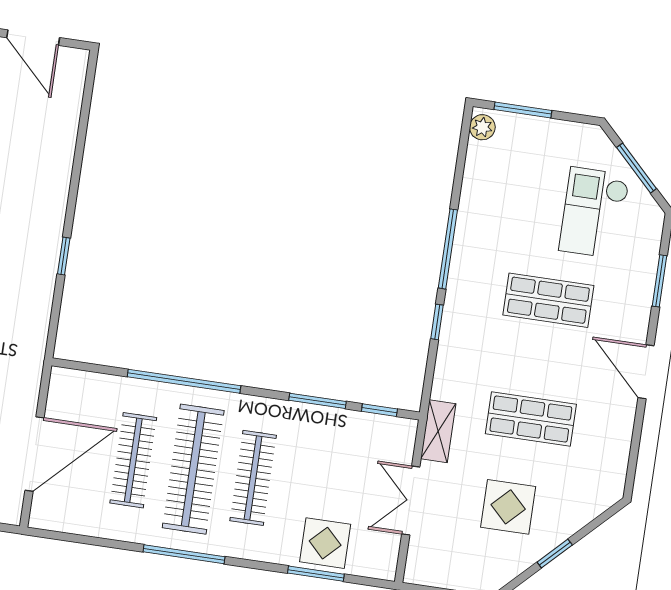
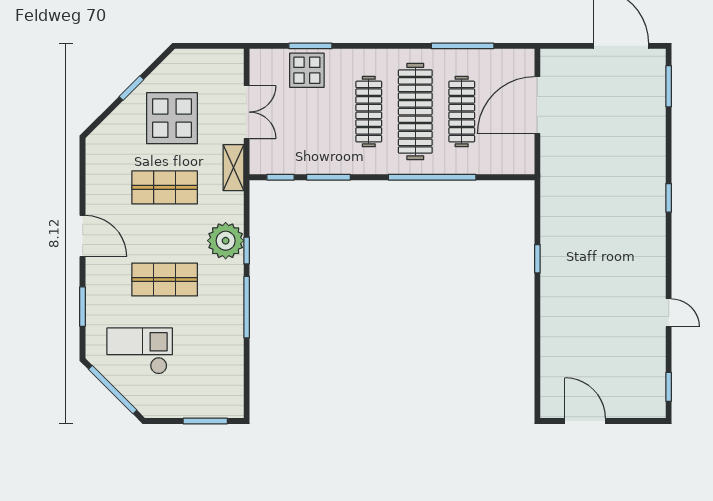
plant: (482, 127) -> (226, 241), moved, width x1.88, depth x1.88
window: (637, 168) -> (113, 390), width x1.44
checkout: (594, 213) -> (140, 351), turned -90
display table: (508, 507) -> (172, 118), width x1.36, depth x1.36
window: (184, 554) -> (463, 46), moved

